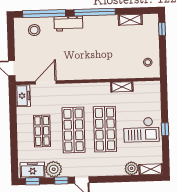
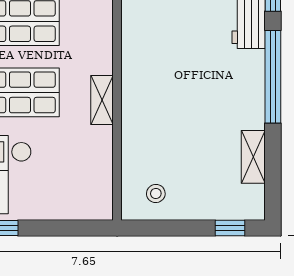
shelving: (122, 87) -> (102, 100), moved

